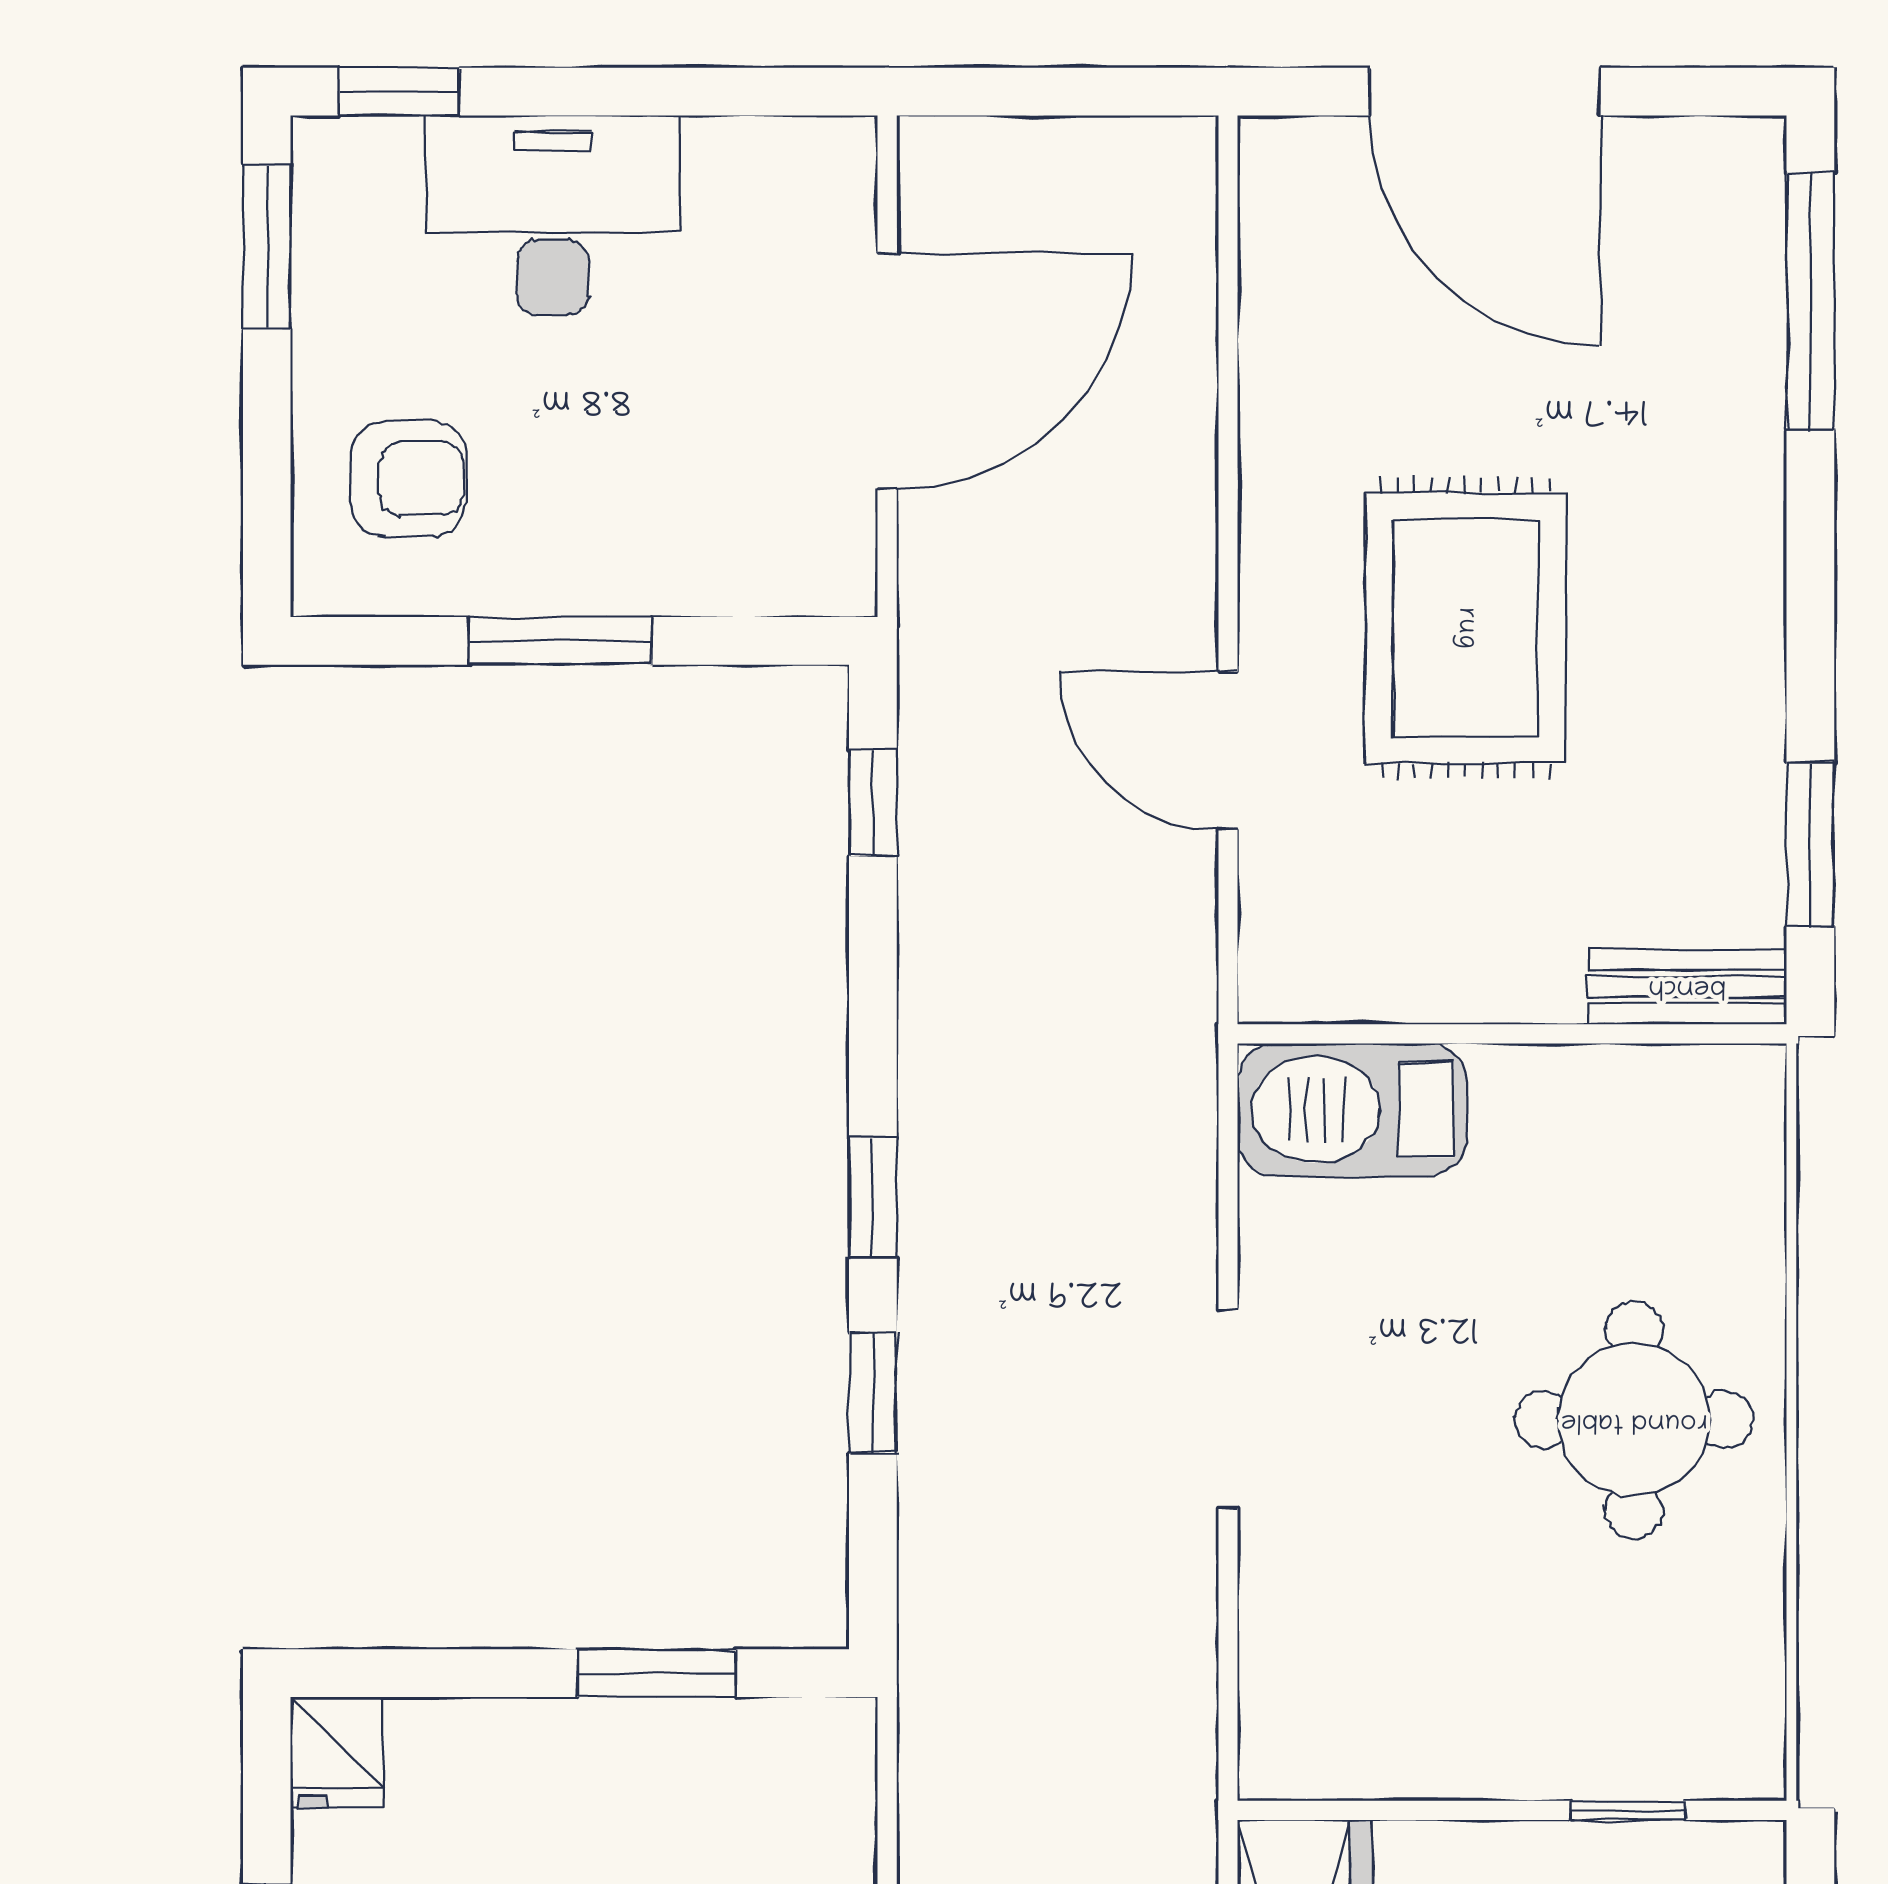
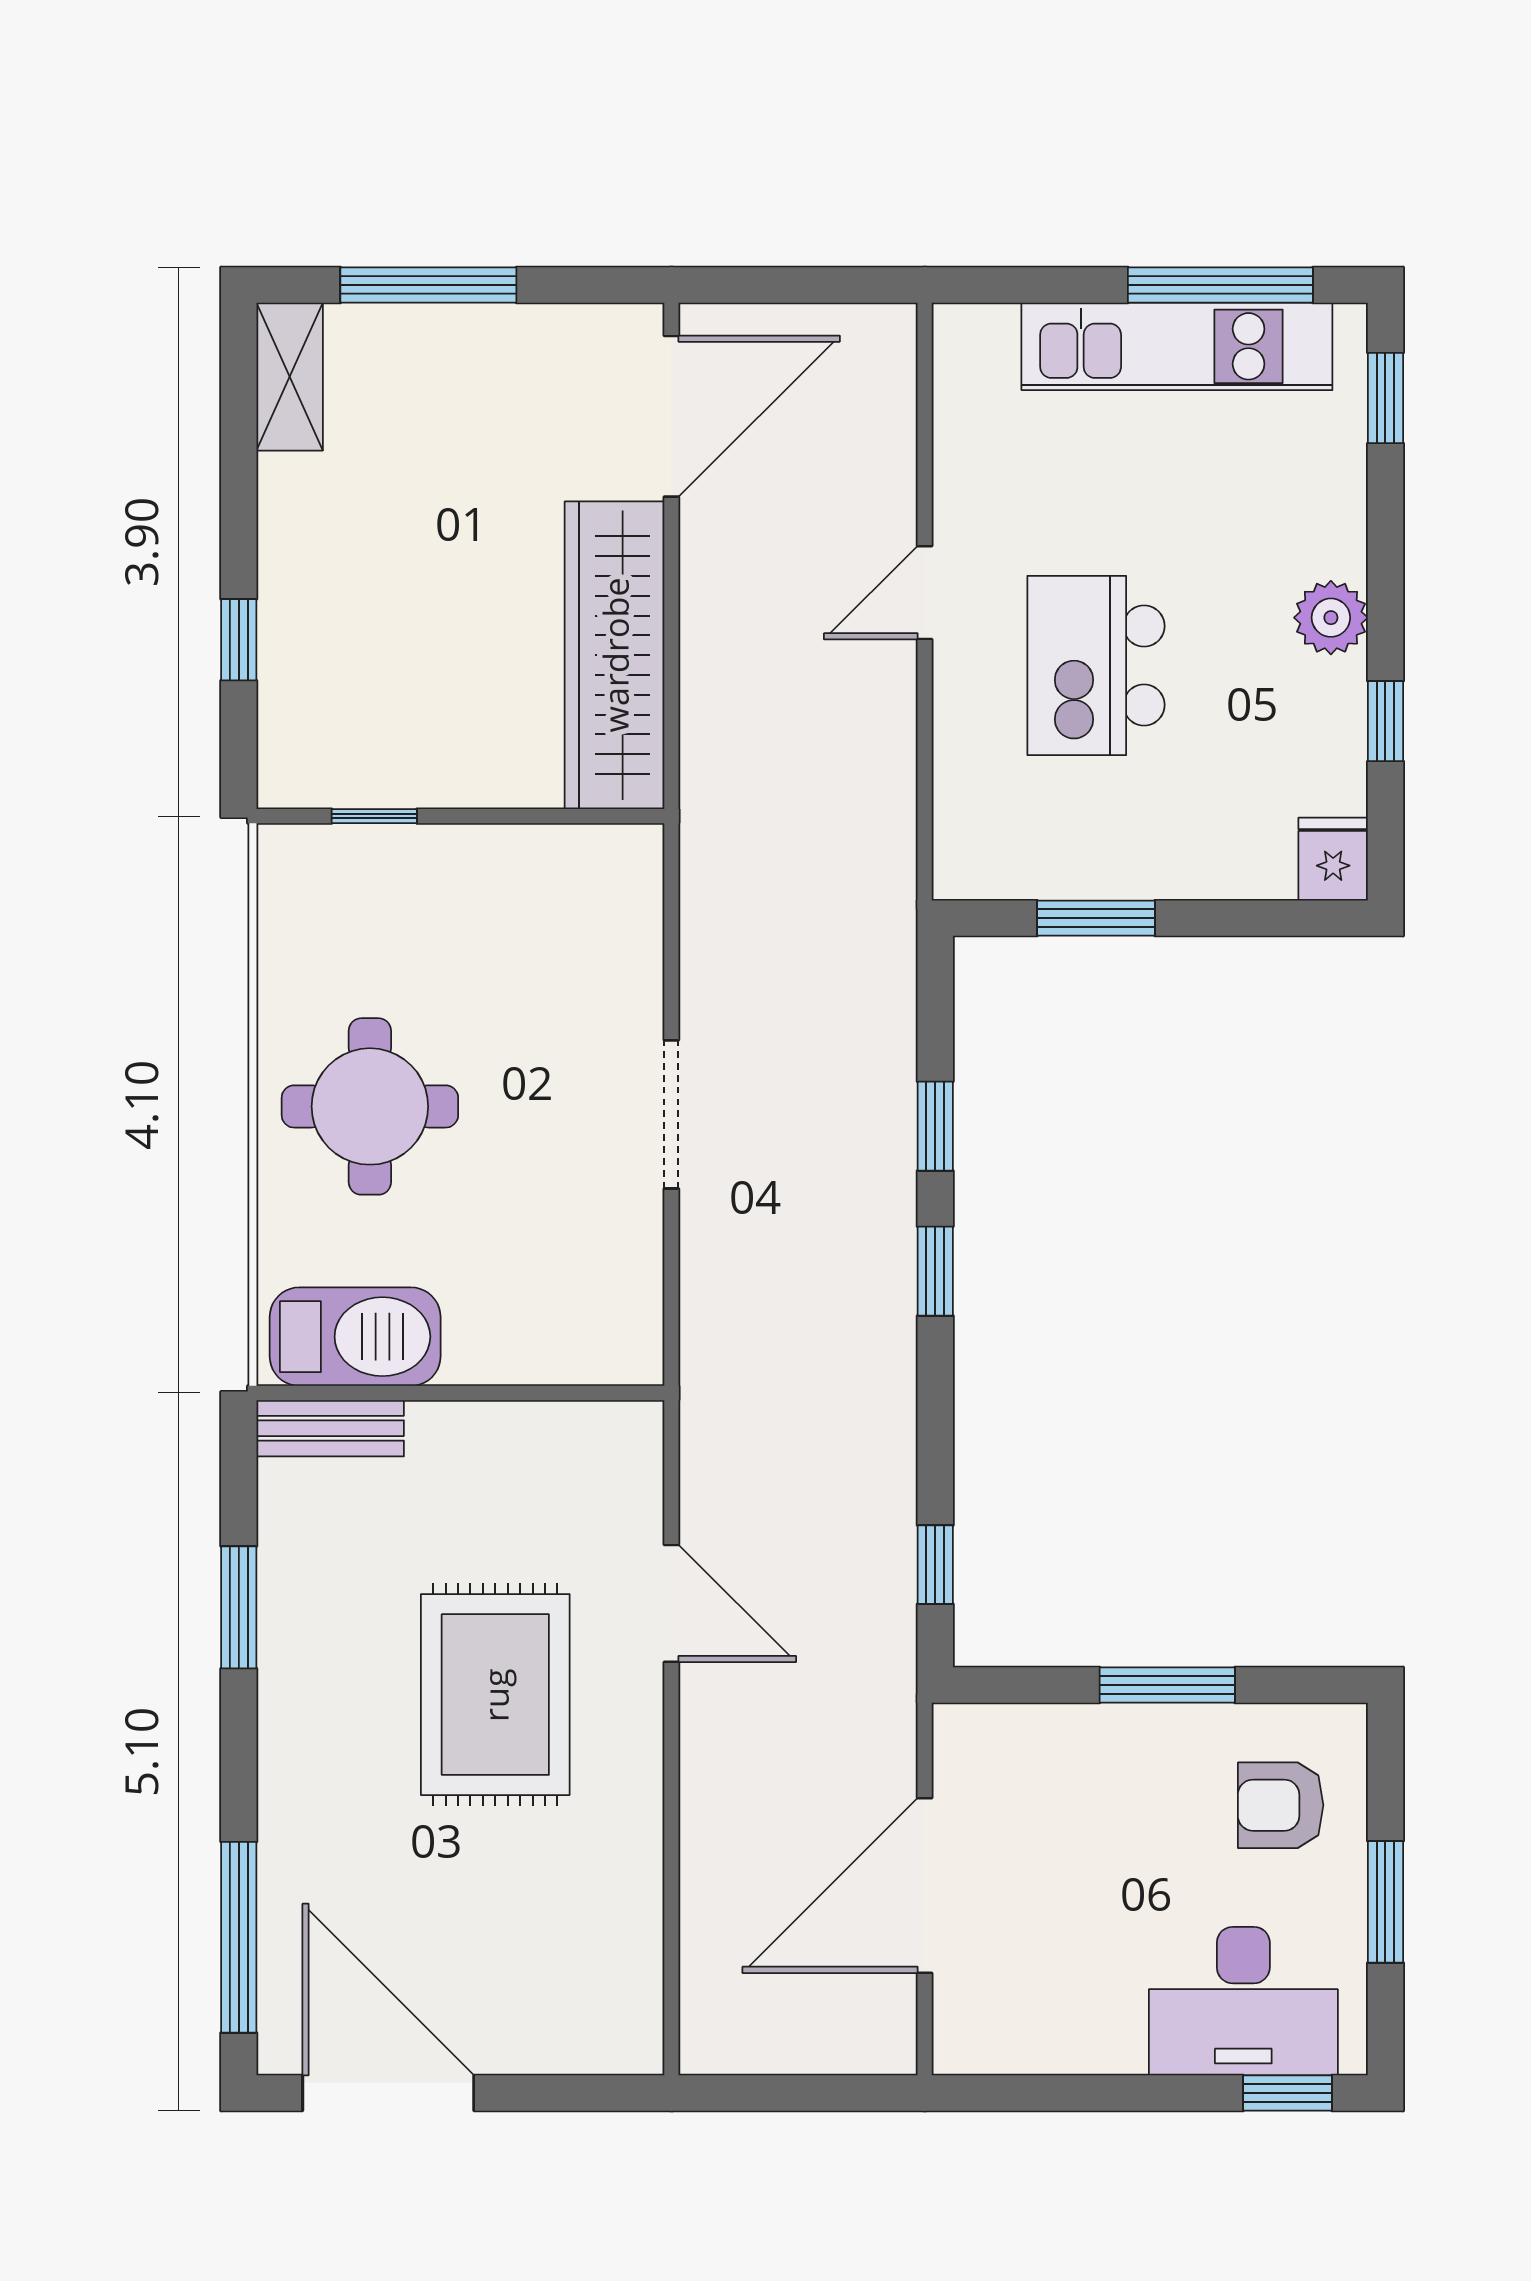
door: (1485, 92) -> (388, 2093), moved
desk: (553, 215) -> (1243, 2001), moved
window: (267, 247) -> (1385, 1902), moved
window: (1810, 845) -> (239, 1607), moved
barbecue: (1352, 1110) -> (355, 1337), moved

